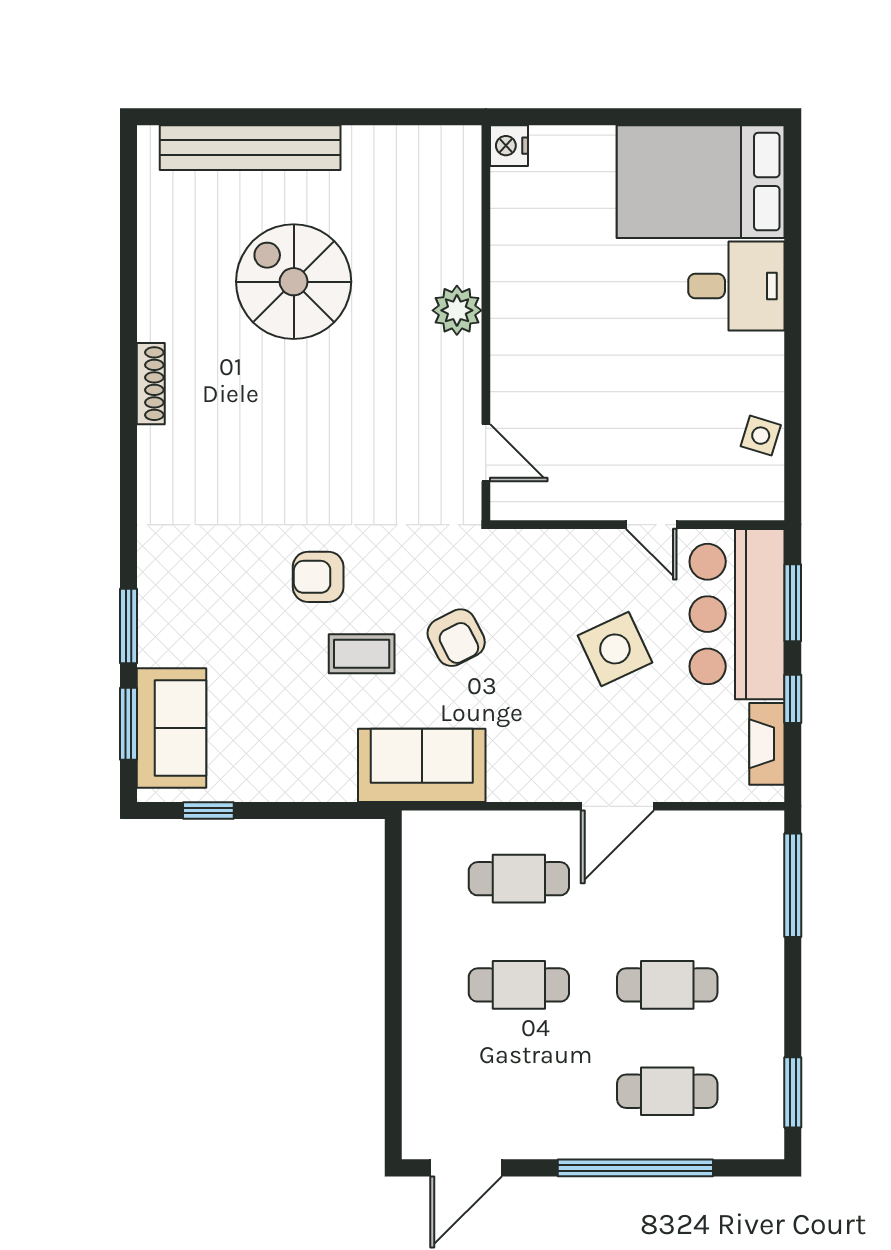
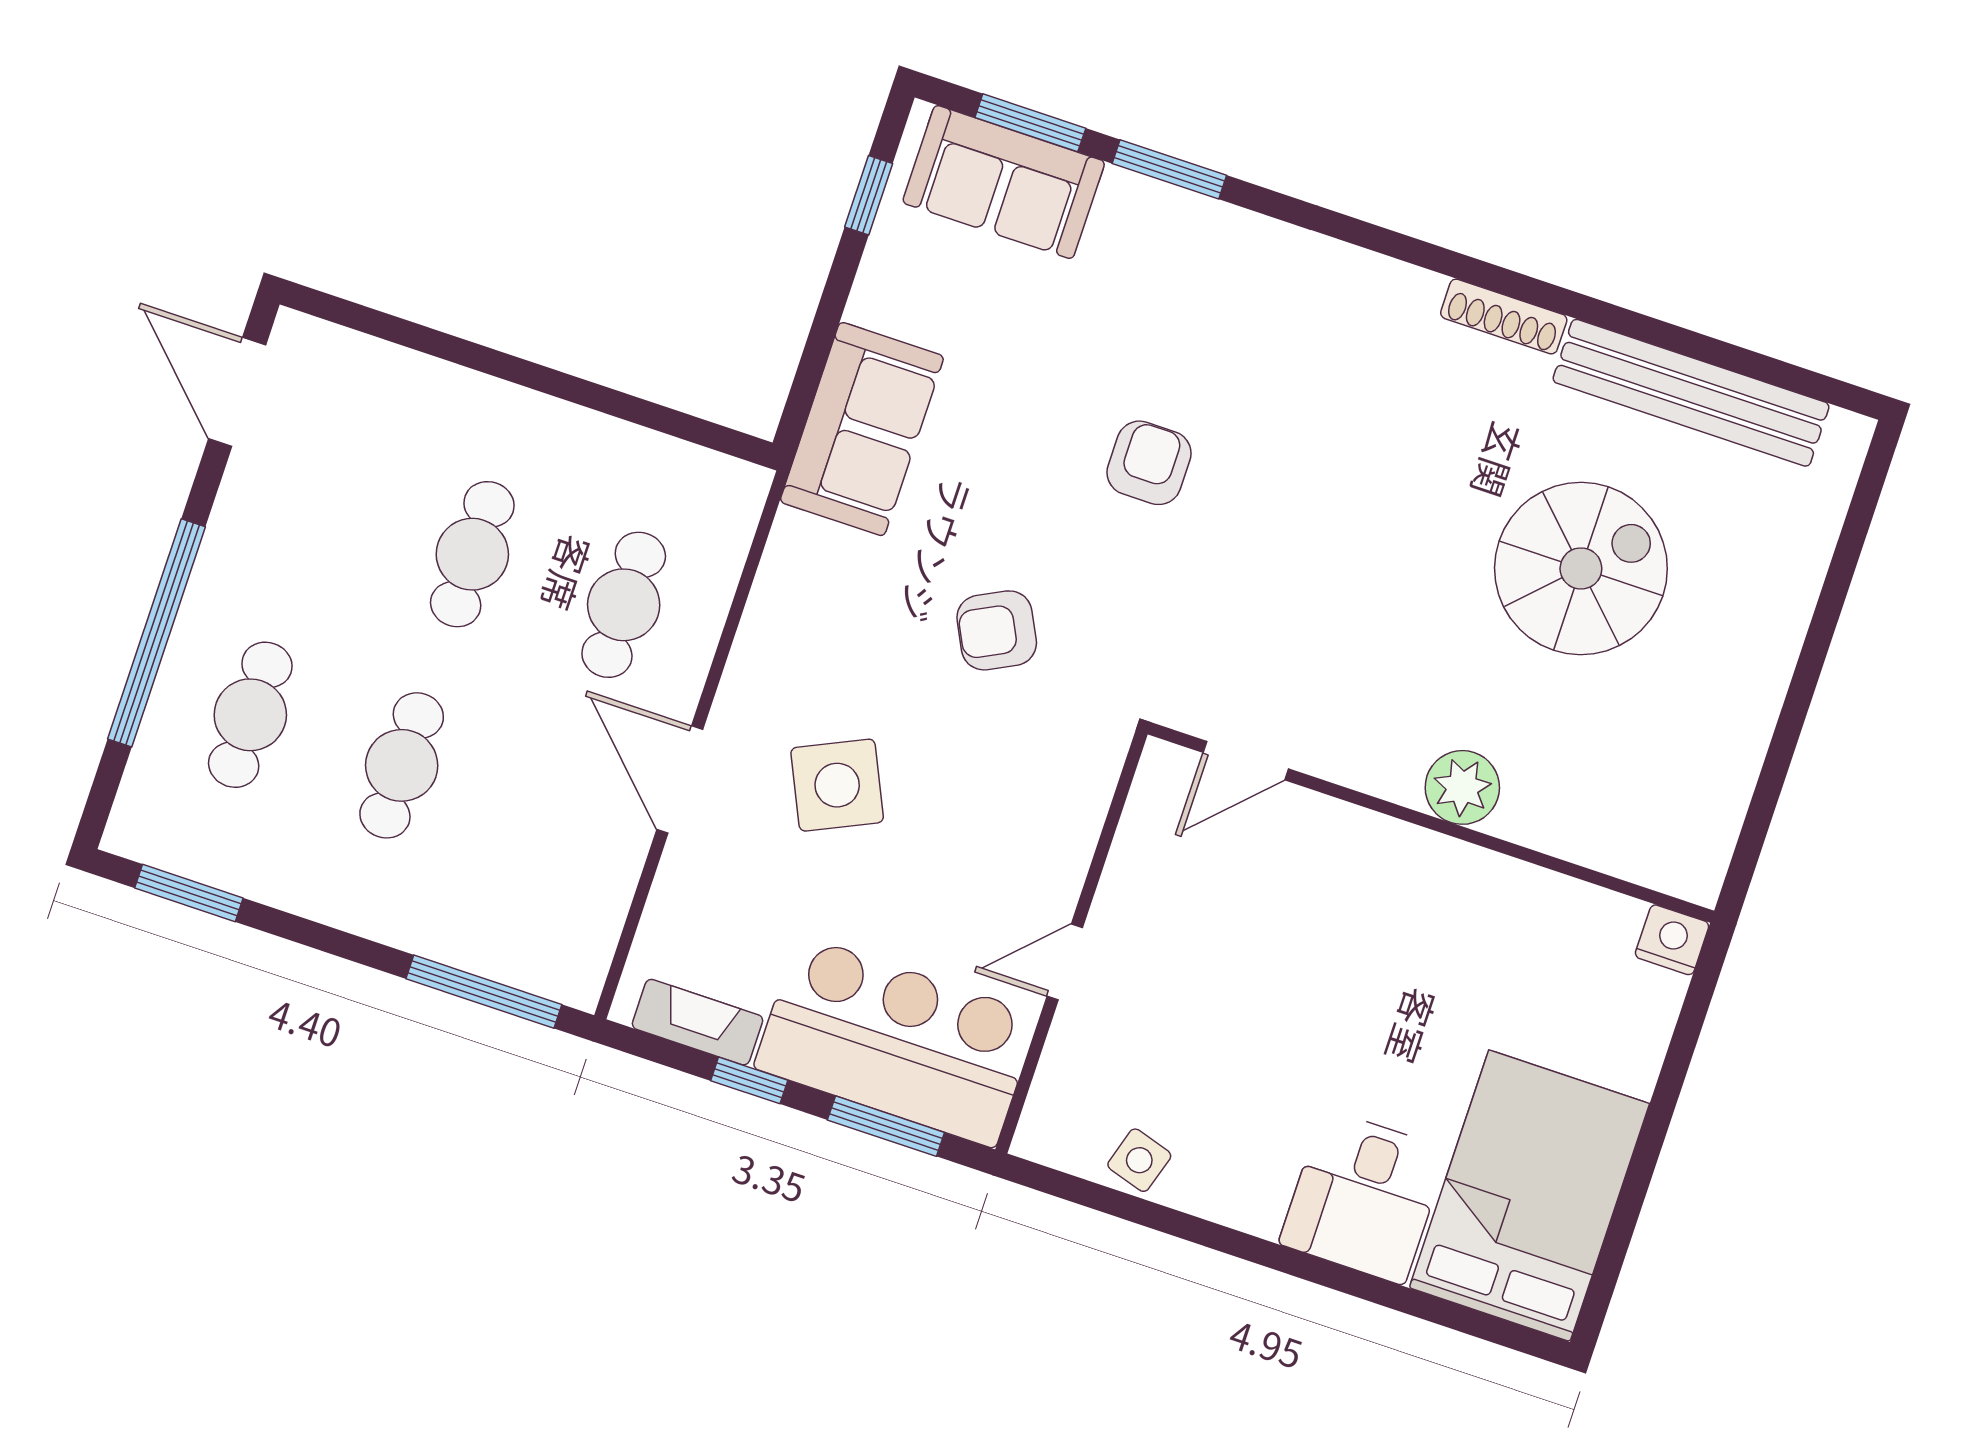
bench: (250, 148) -> (1691, 393), moved, turned 90
side table: (615, 649) -> (837, 785), moved
coffee table: (362, 654) -> (1019, 488), removed
sofa: (422, 765) -> (862, 429), moved

